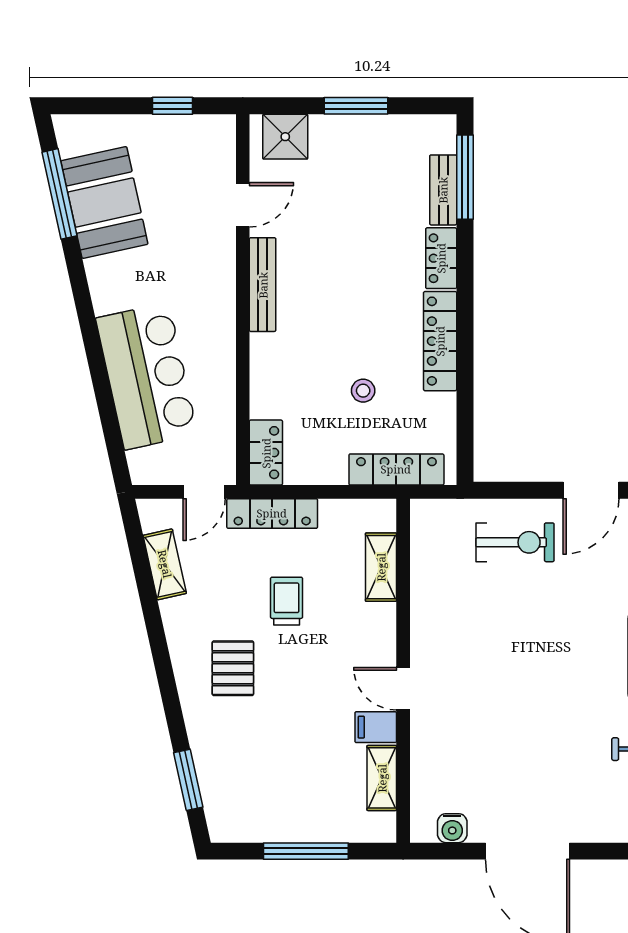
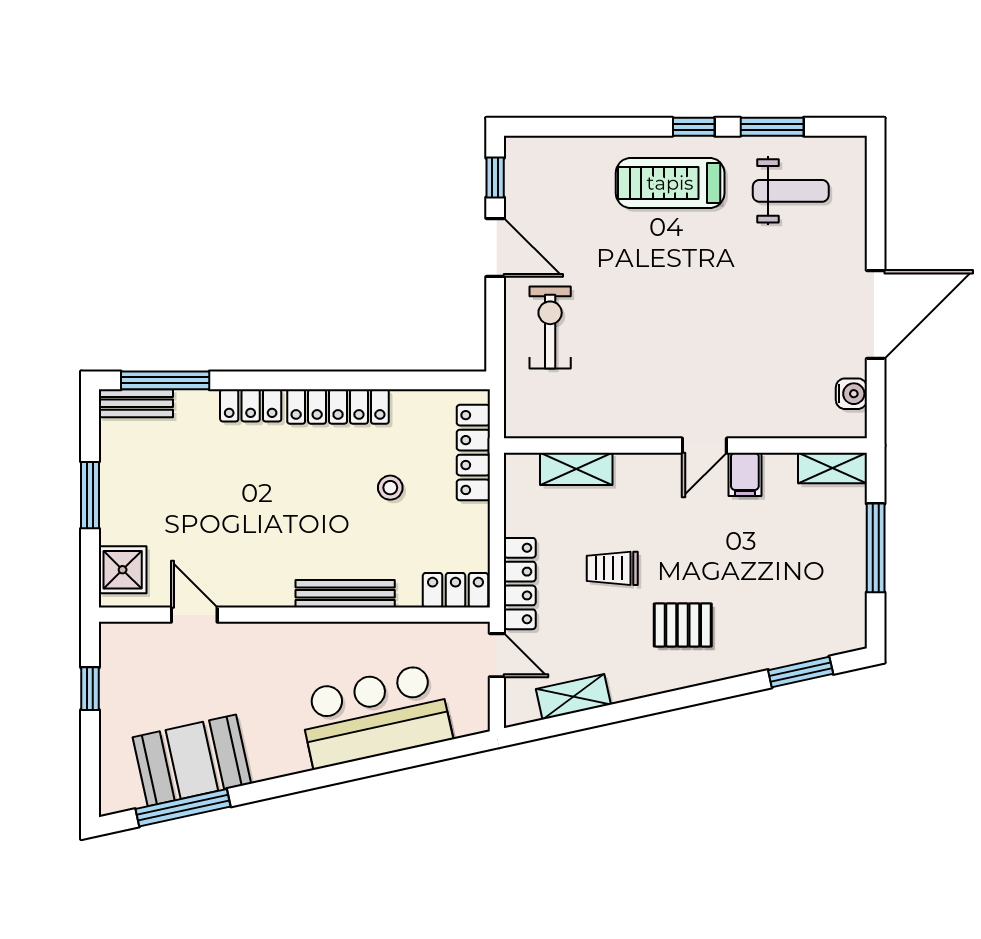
bench: (443, 190) -> (136, 403), moved
bench: (263, 285) -> (345, 594), moved
shelving: (382, 778) -> (832, 468), moved

